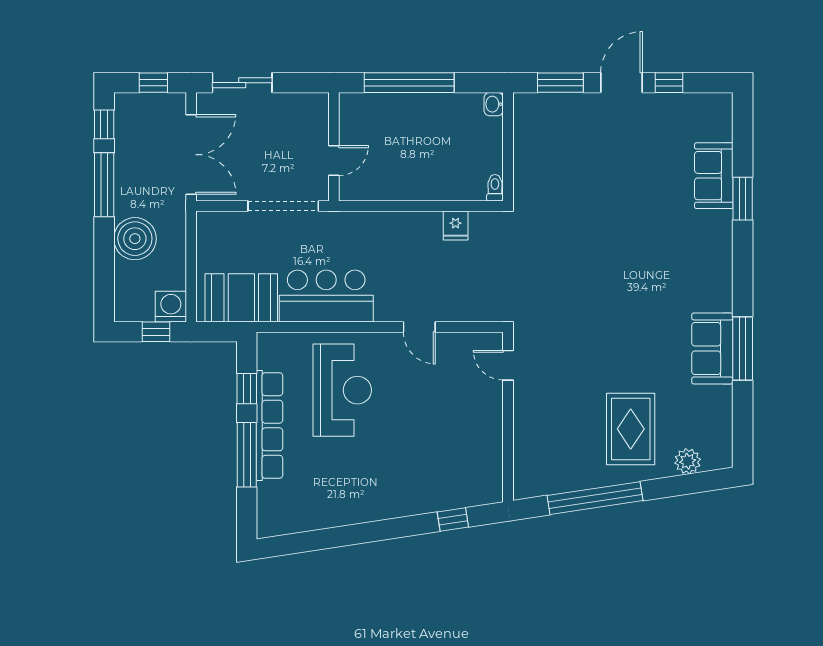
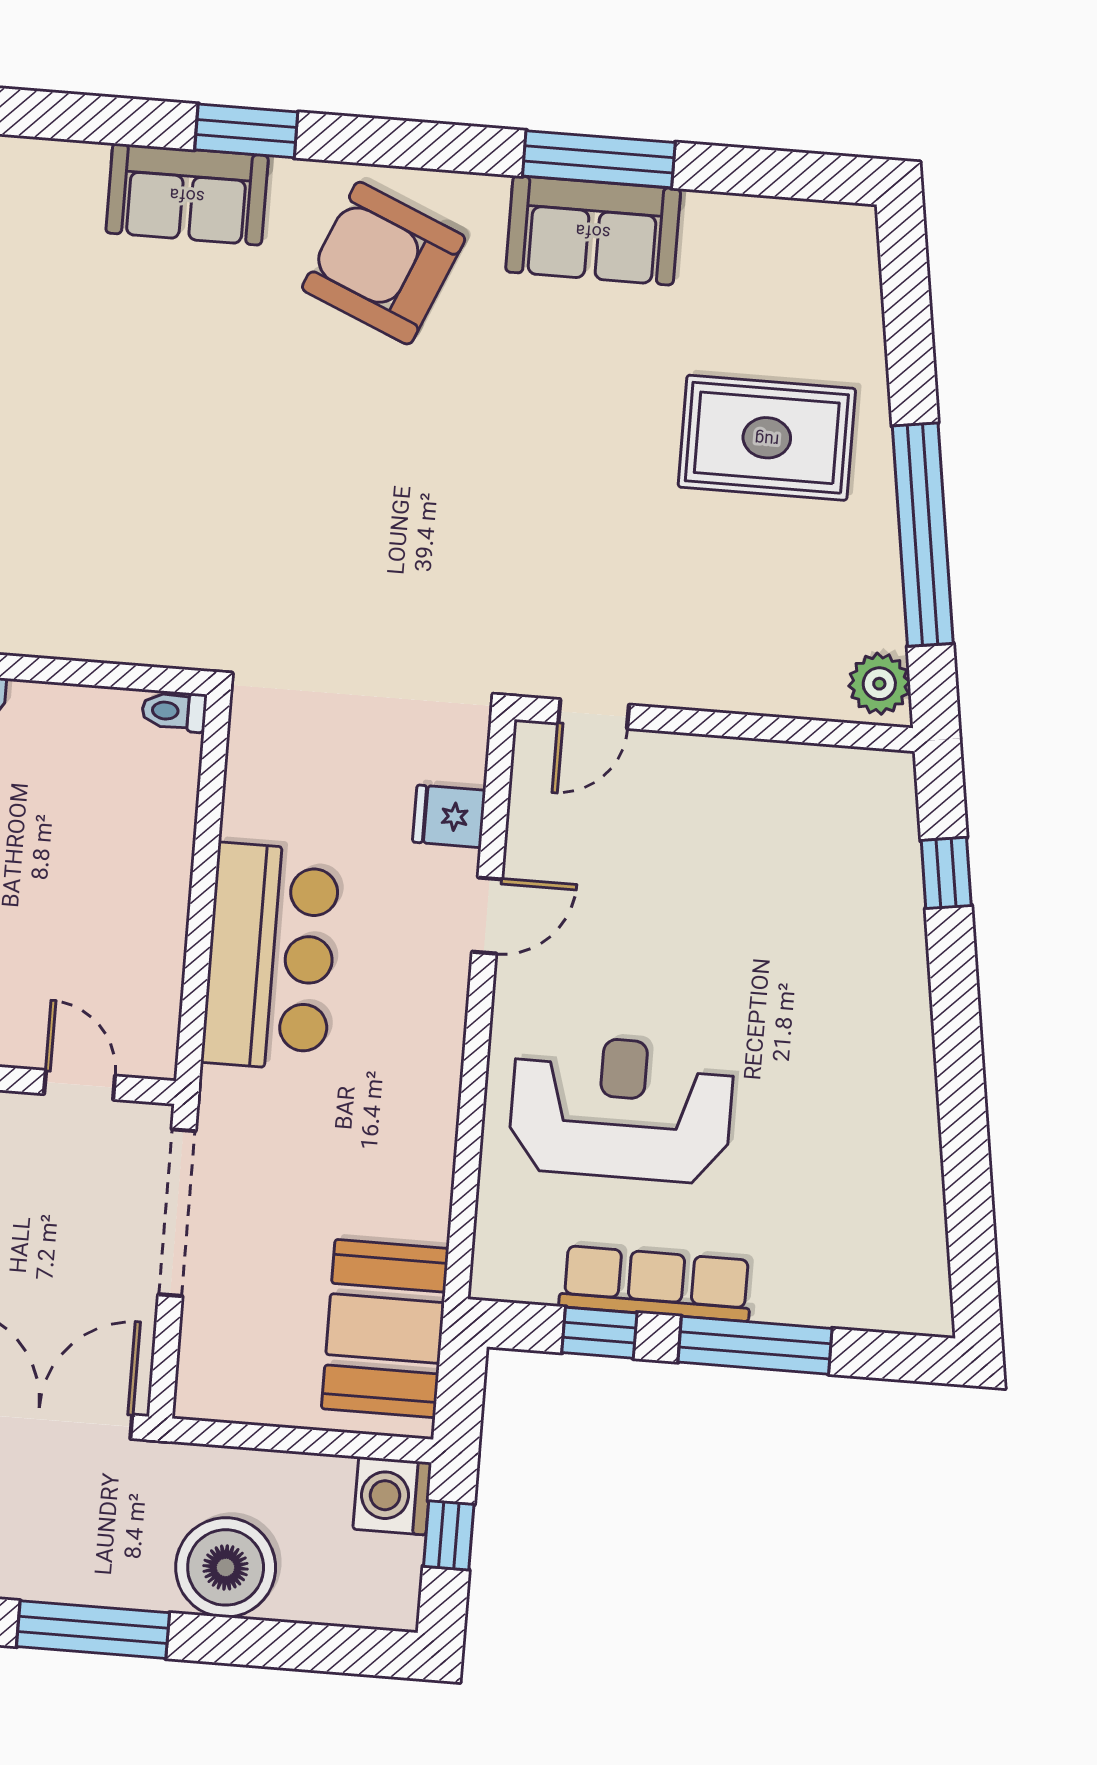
fridge: (456, 225) -> (449, 816), moved, turned 180
armchair: (691, 261) -> (384, 263), added
bar counter: (326, 296) -> (271, 957), moved, turned 180
row of seats: (270, 426) -> (656, 1283), width x0.73
plant: (688, 461) -> (879, 684), moved

